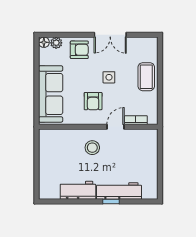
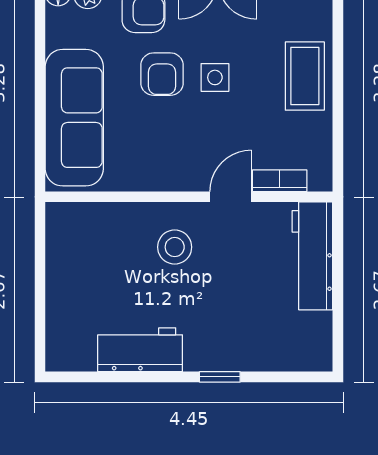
armchair: (93, 101) -> (162, 74), moved
workbench: (119, 191) -> (312, 256), moved, turned -90

